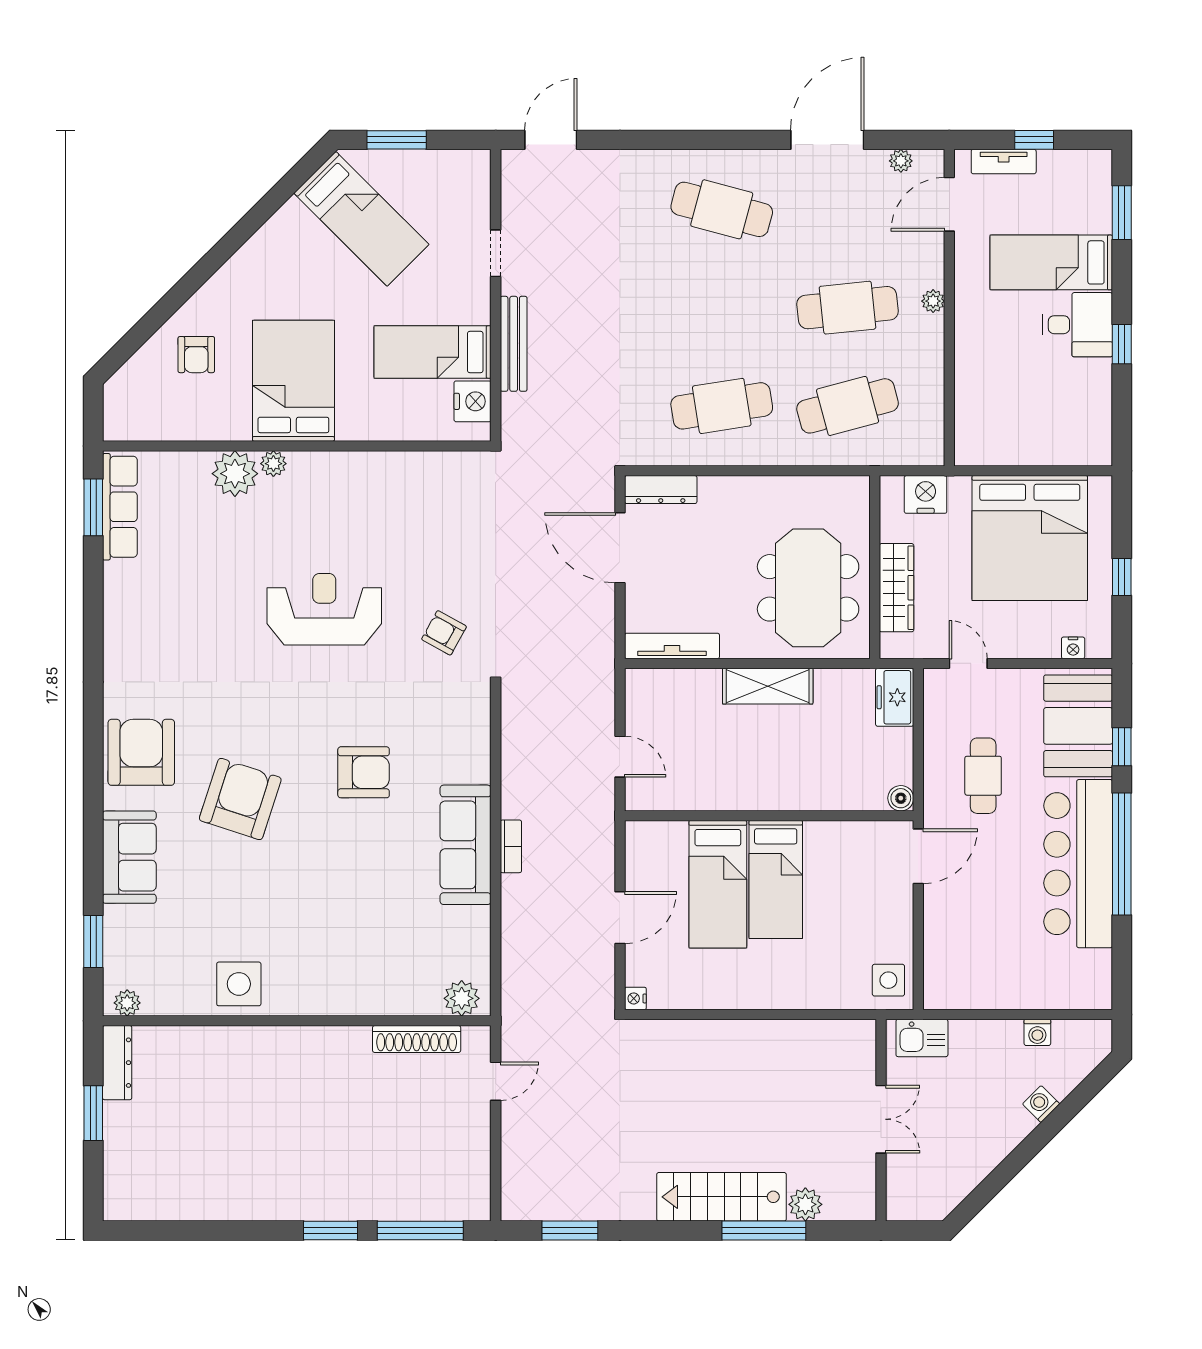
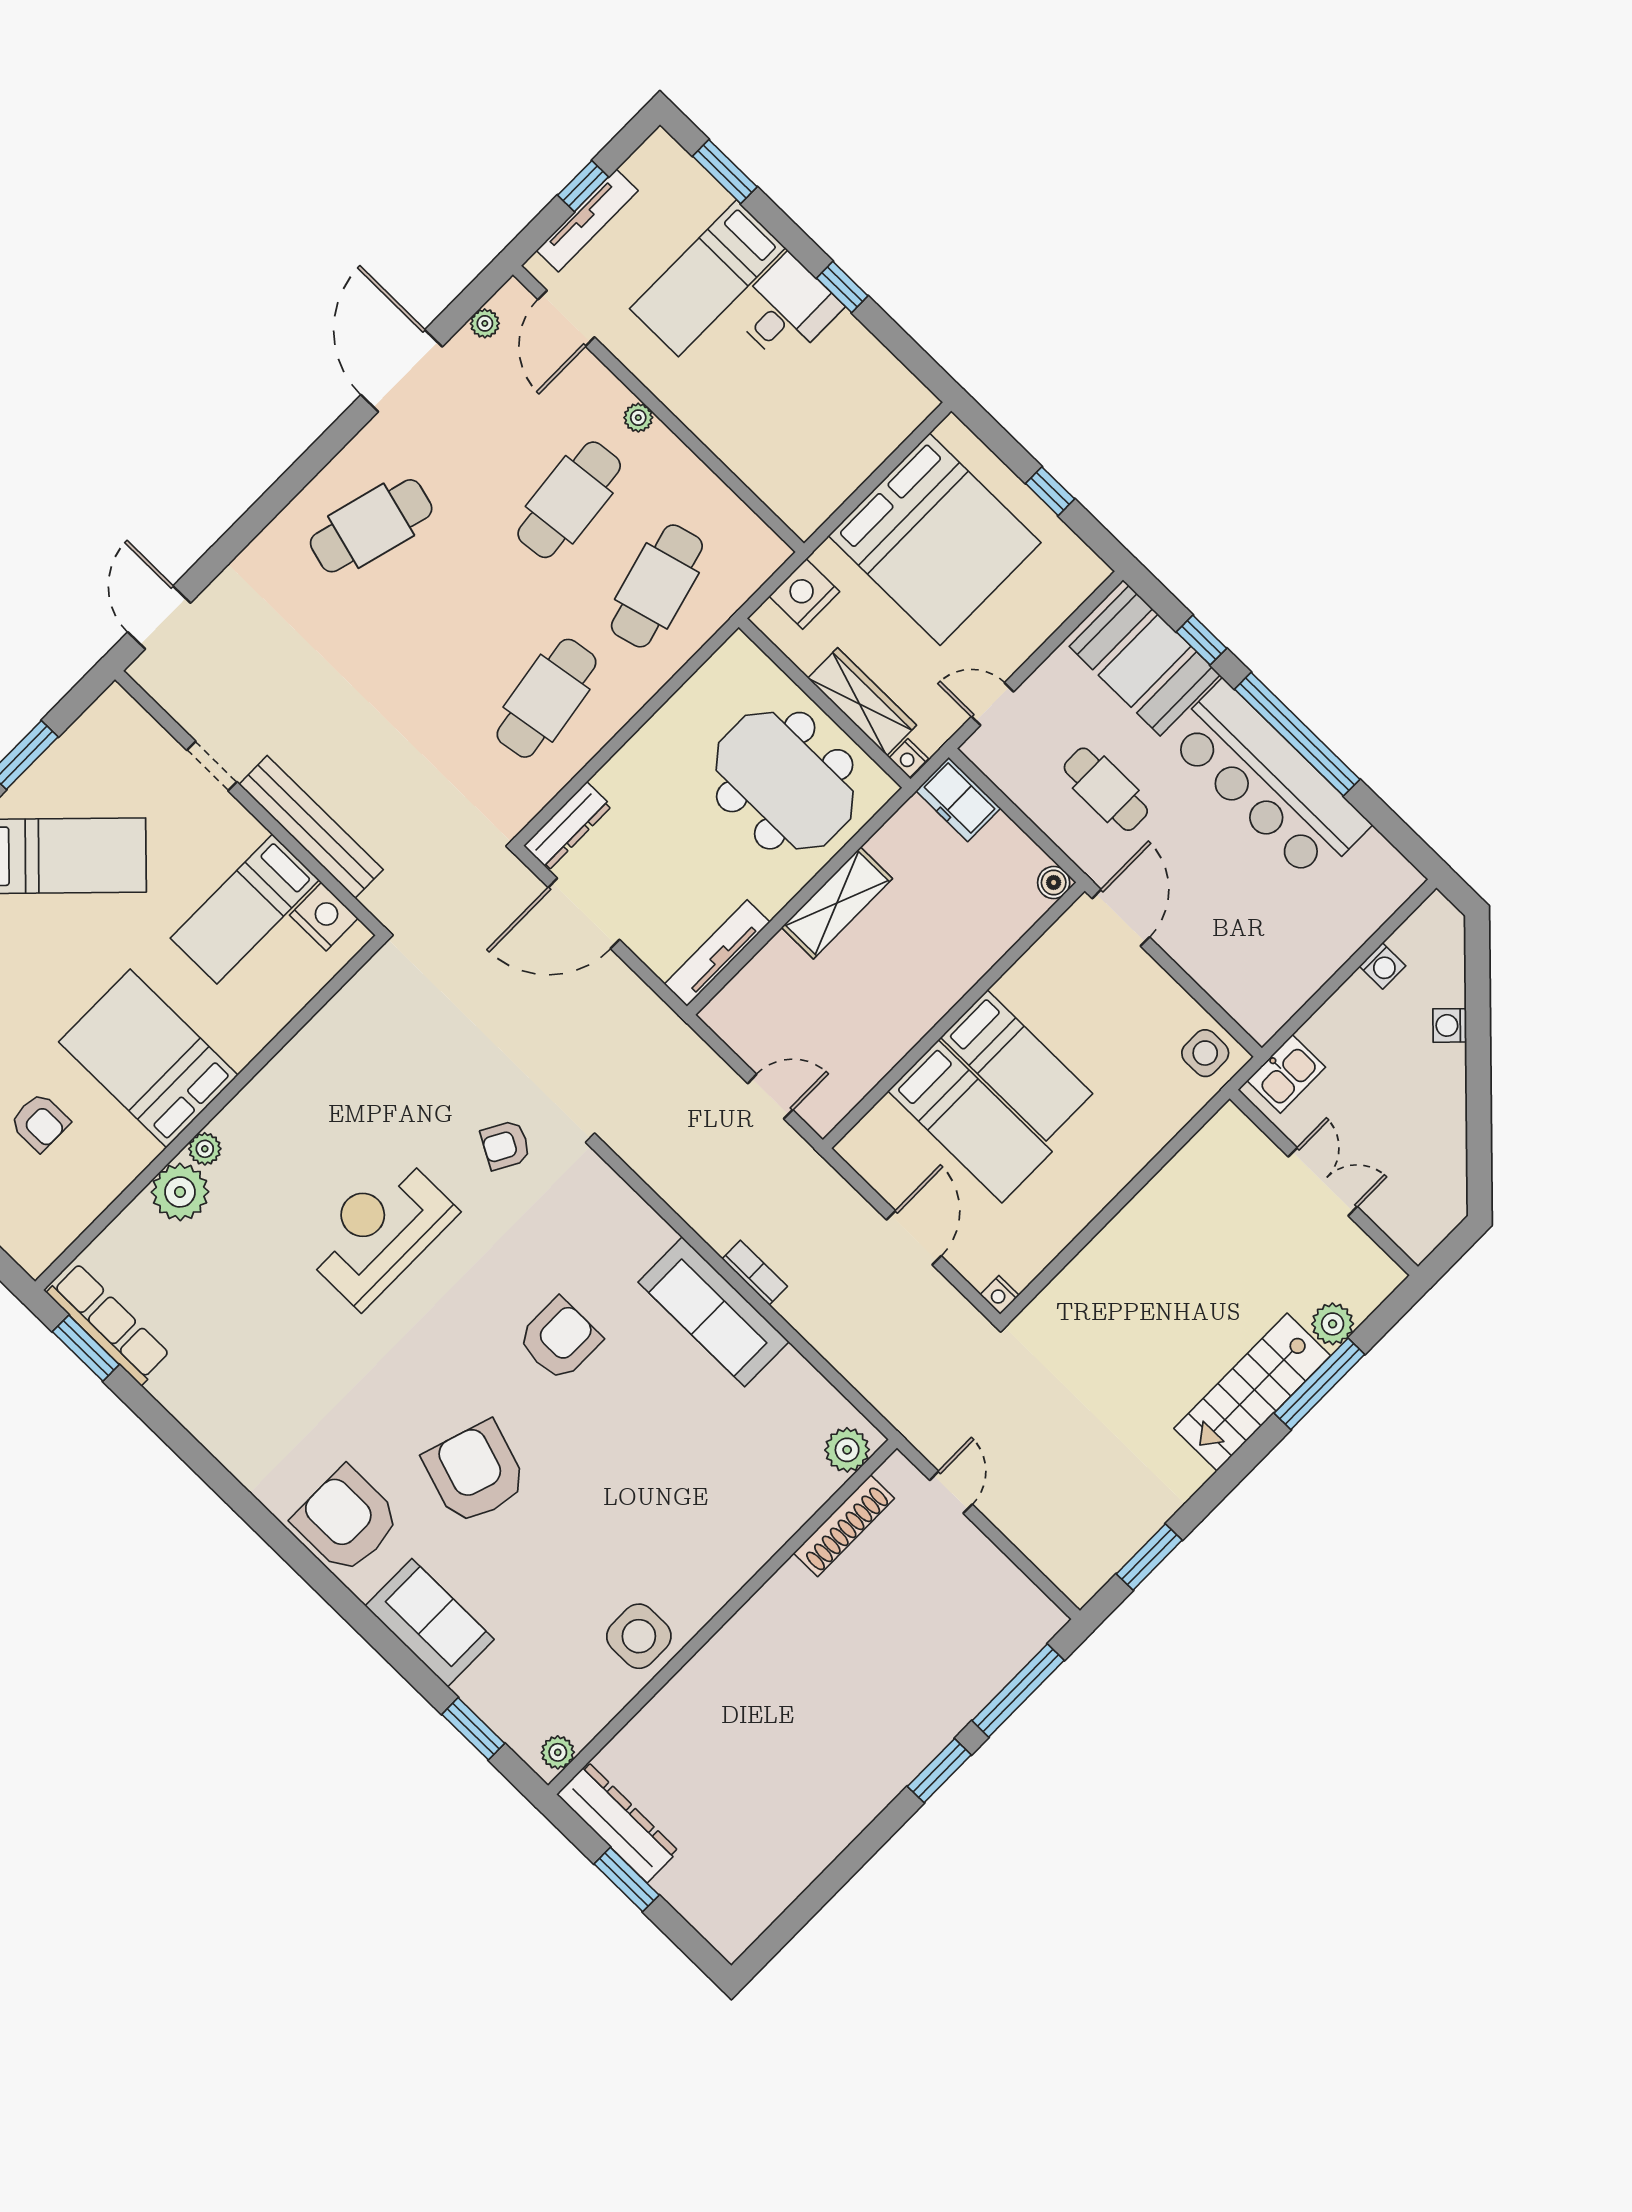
tv unit: (1004, 162) -> (587, 220), width x1.41
bench: (514, 344) -> (311, 827), width x1.37, depth x1.21
nightstand: (1073, 648) -> (909, 758), moved, turned 90
dresser: (117, 1063) -> (618, 1823), width x1.37, depth x1.24

